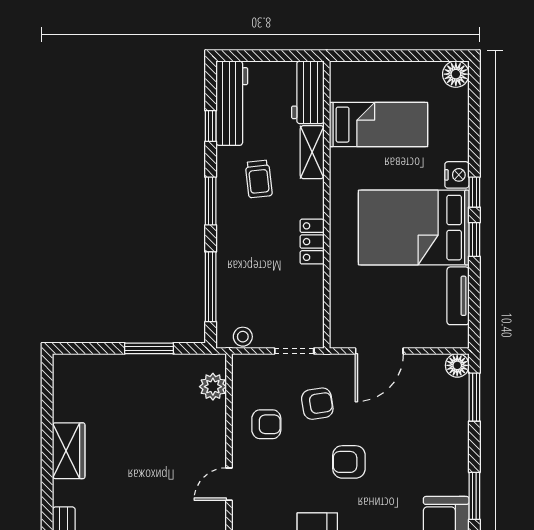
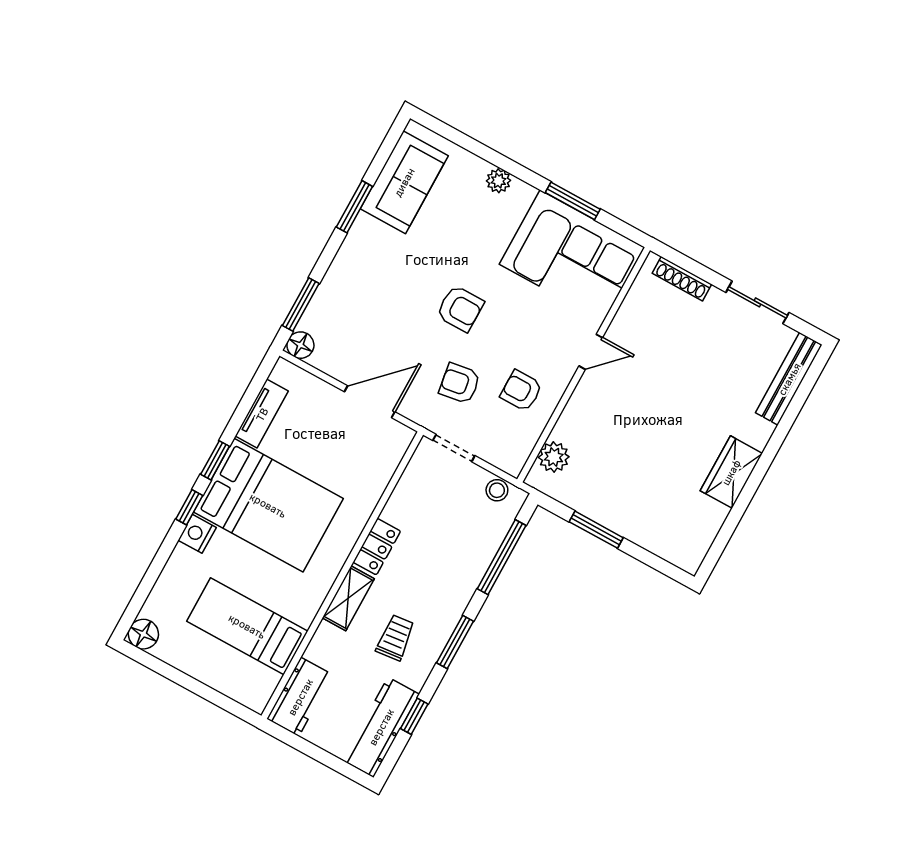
shelving: (312, 152) -> (348, 598), moved

